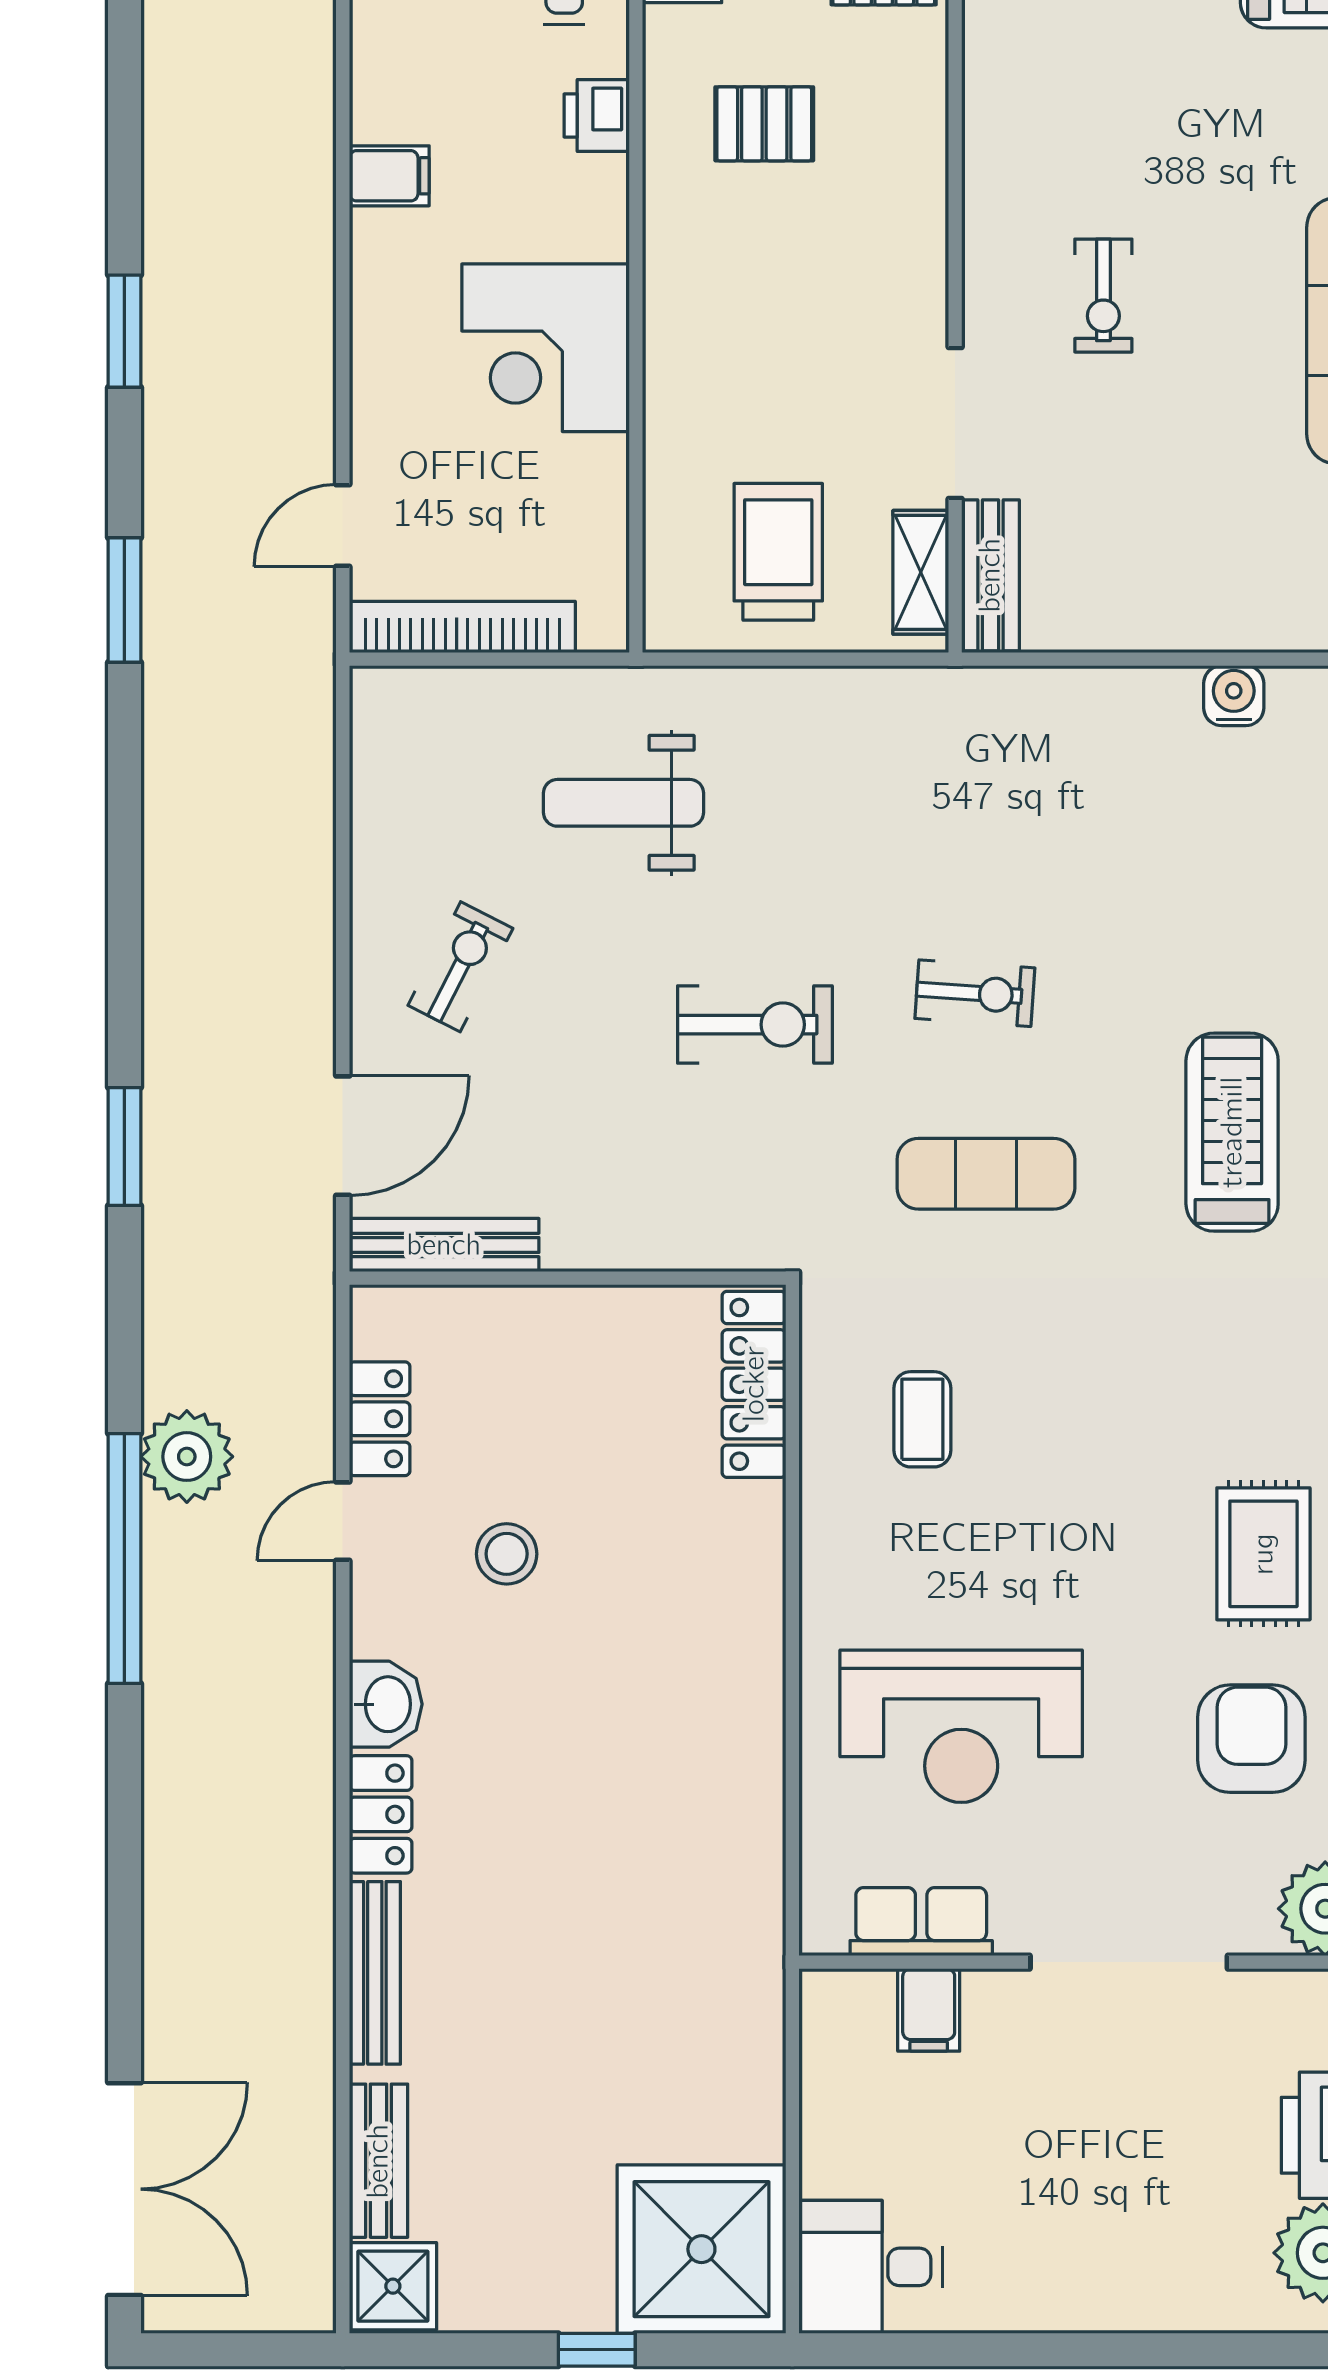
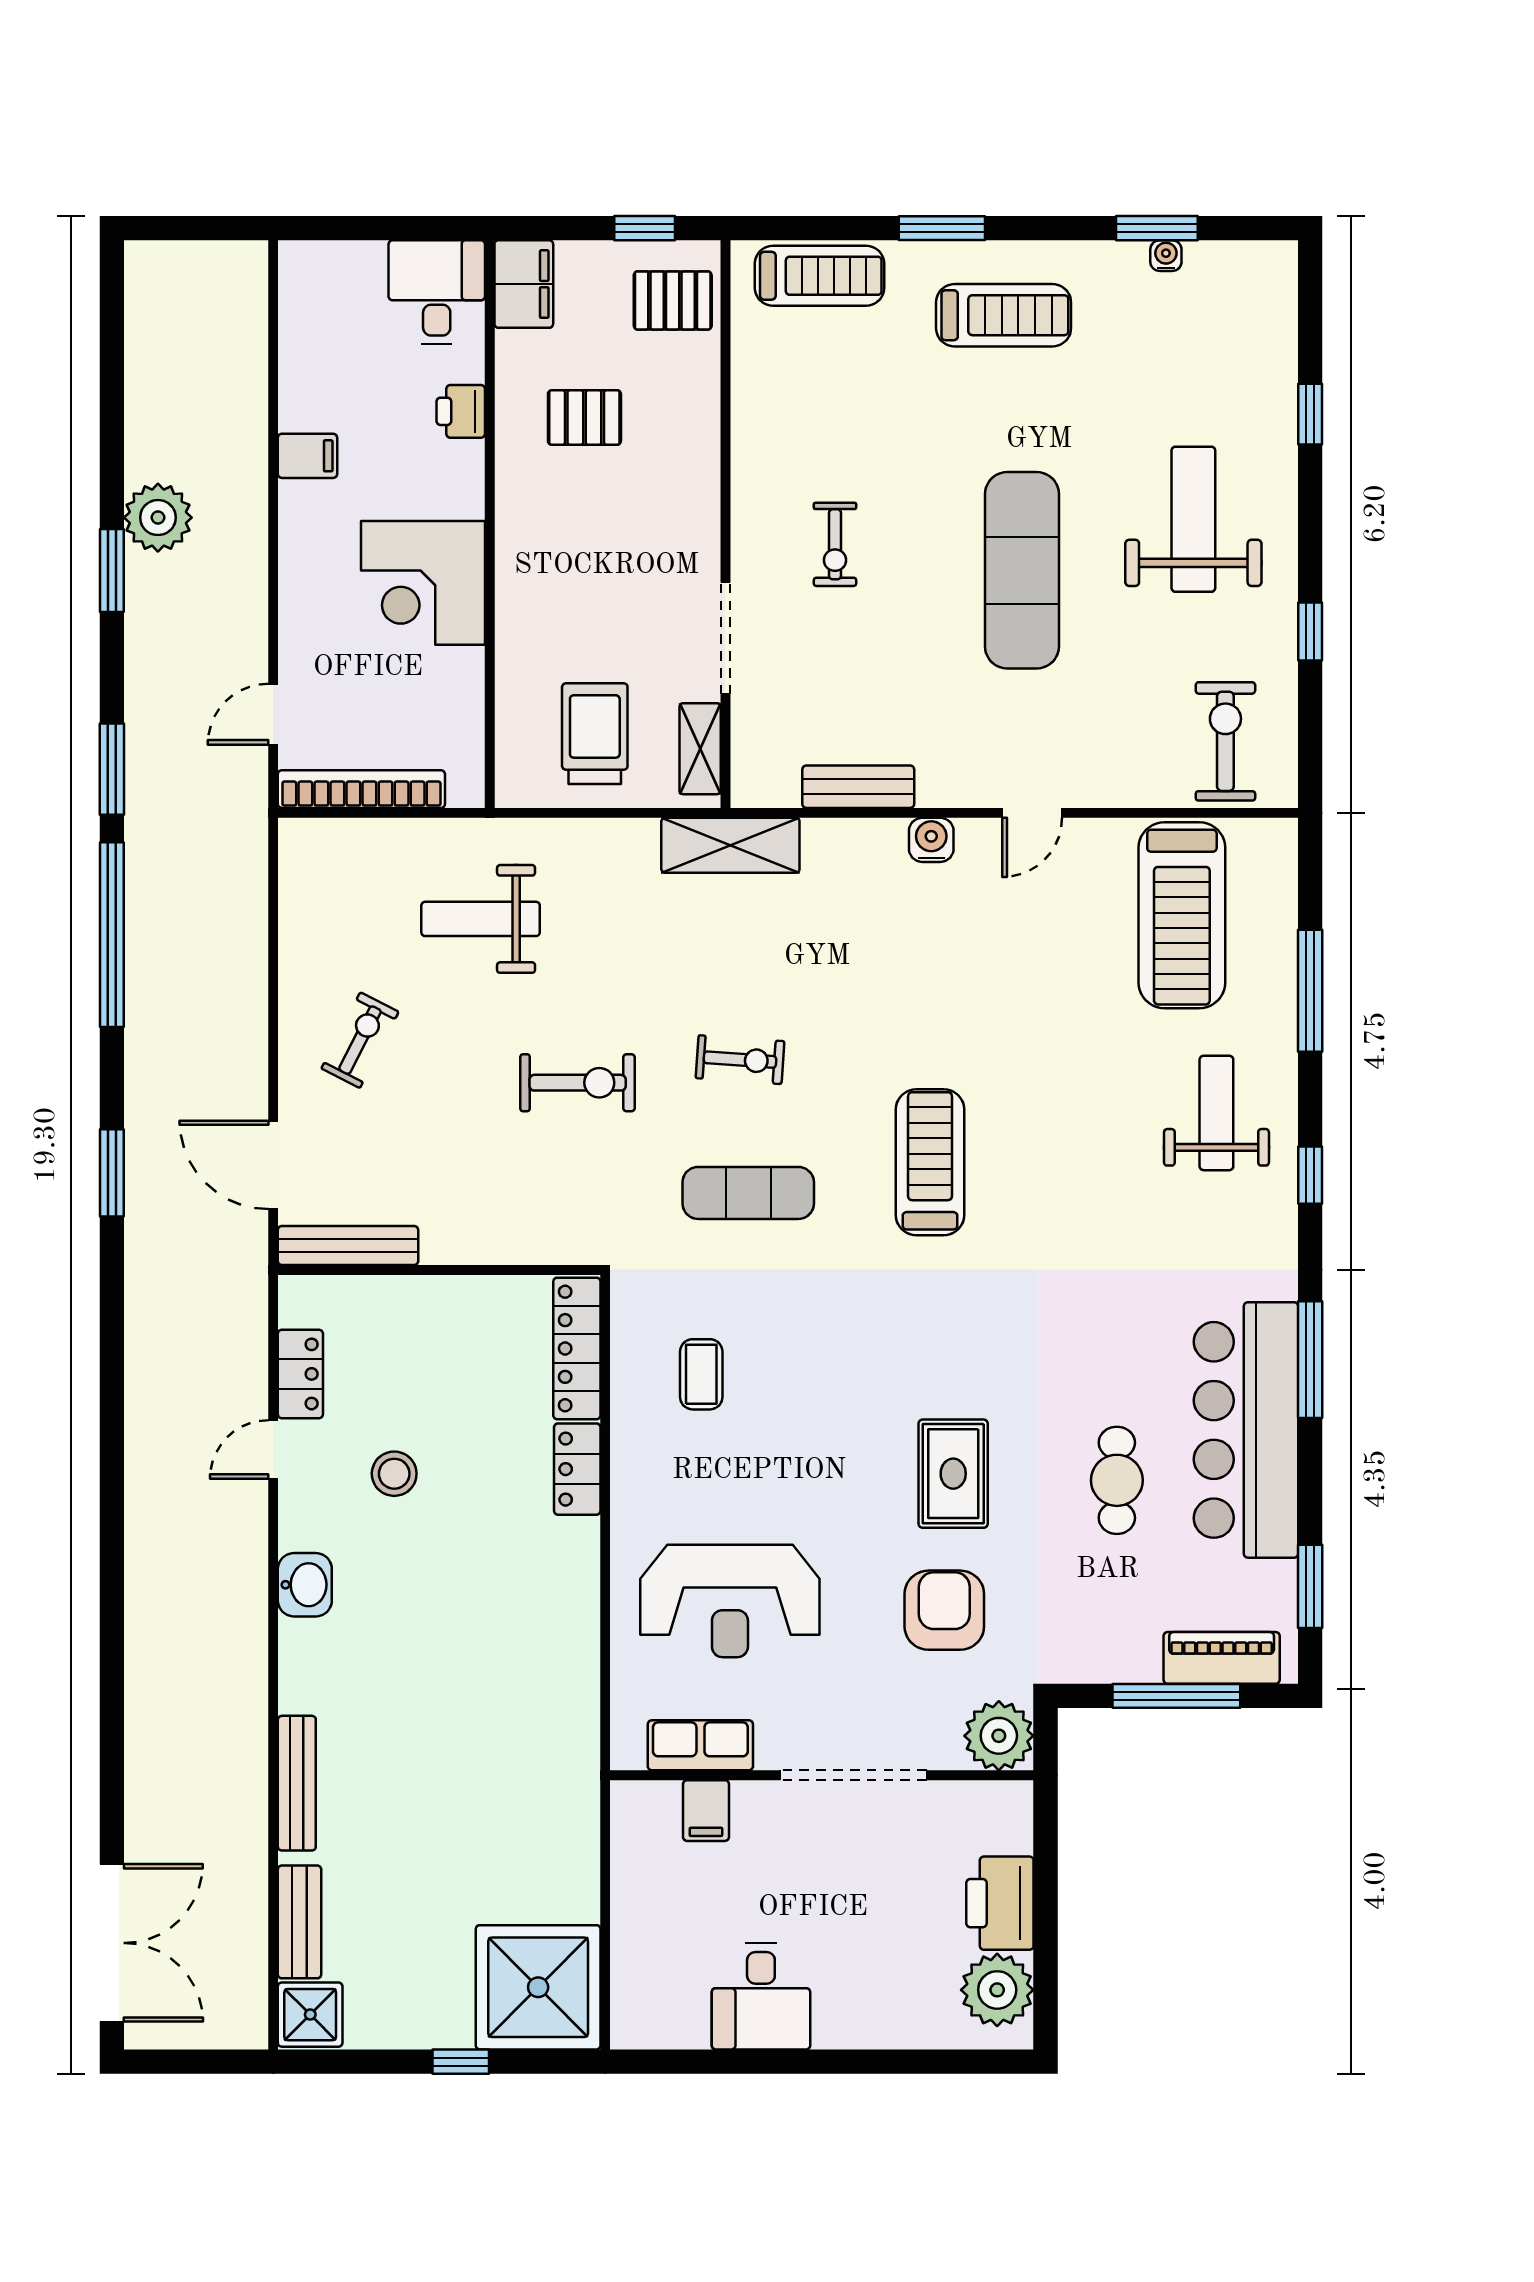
bench: (990, 575) -> (858, 787), moved, turned 90
shelving: (962, 703) -> (730, 845), added
door: (343, 1136) -> (273, 1165), swing flipped
plant: (187, 1457) -> (158, 518), moved
window: (124, 1558) -> (112, 935), moved
locker: (381, 1814) -> (577, 1469), moved, turned 180
desk: (871, 2267) -> (761, 1996), moved, turned -90

